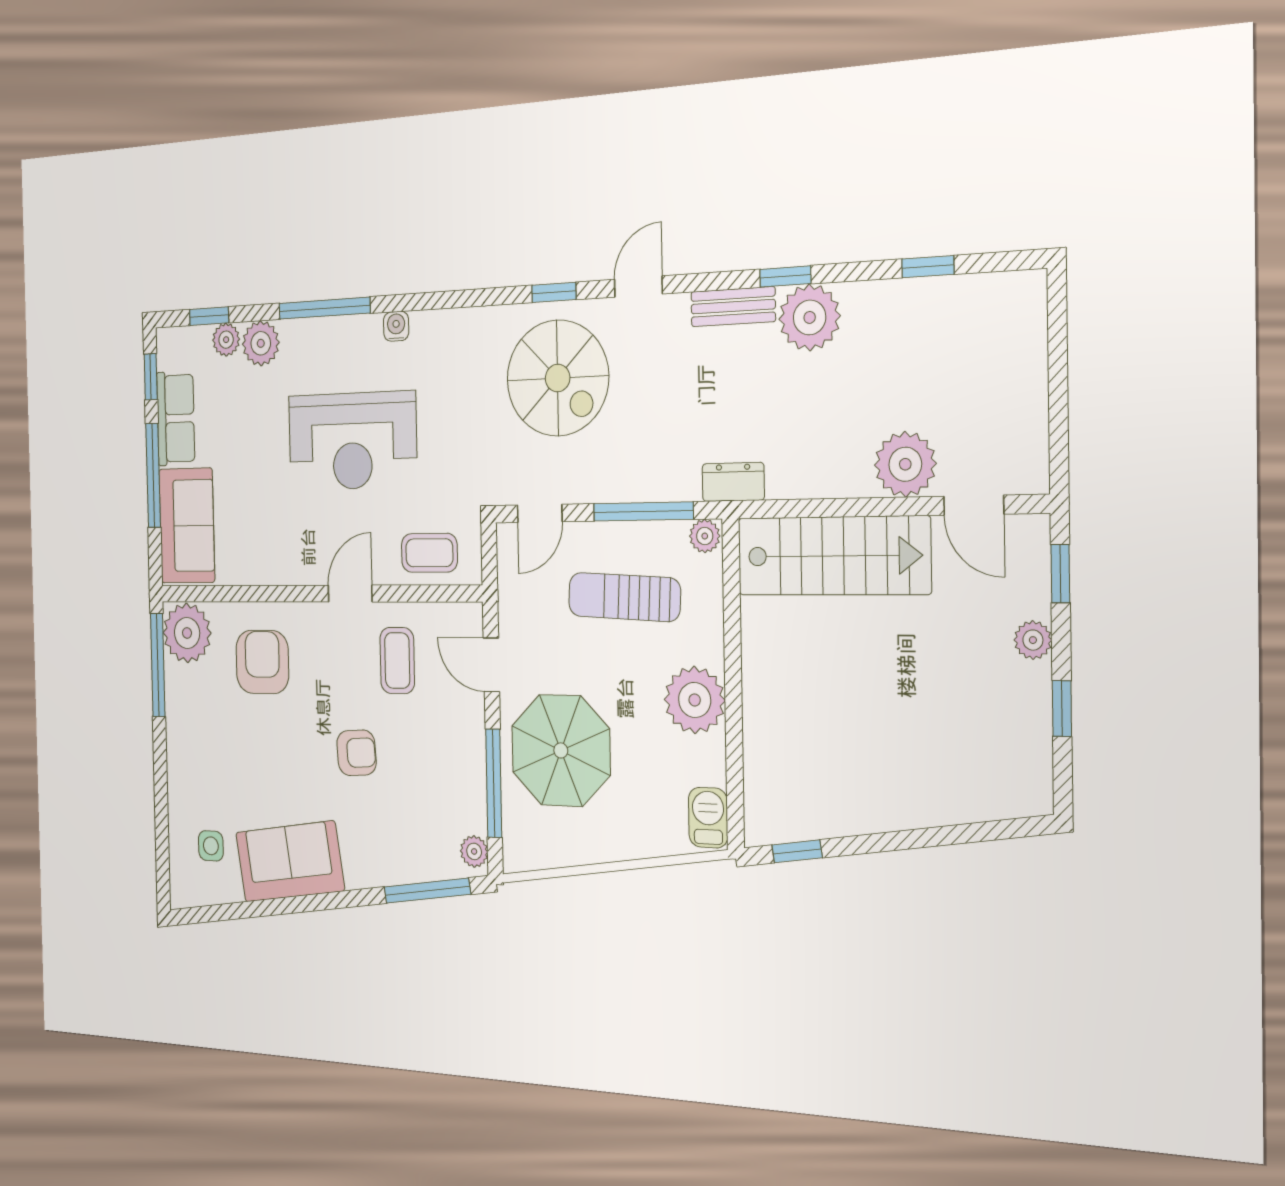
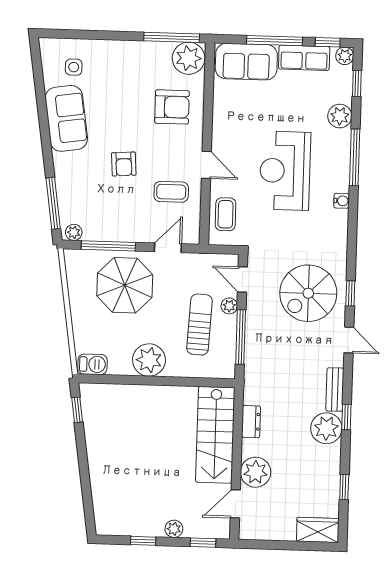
wardrobe: (1022, 317) -> (318, 530), added
plant: (226, 340) -> (345, 56), moved
dresser: (733, 482) -> (251, 422), moved
plant: (705, 536) -> (229, 306), moved

